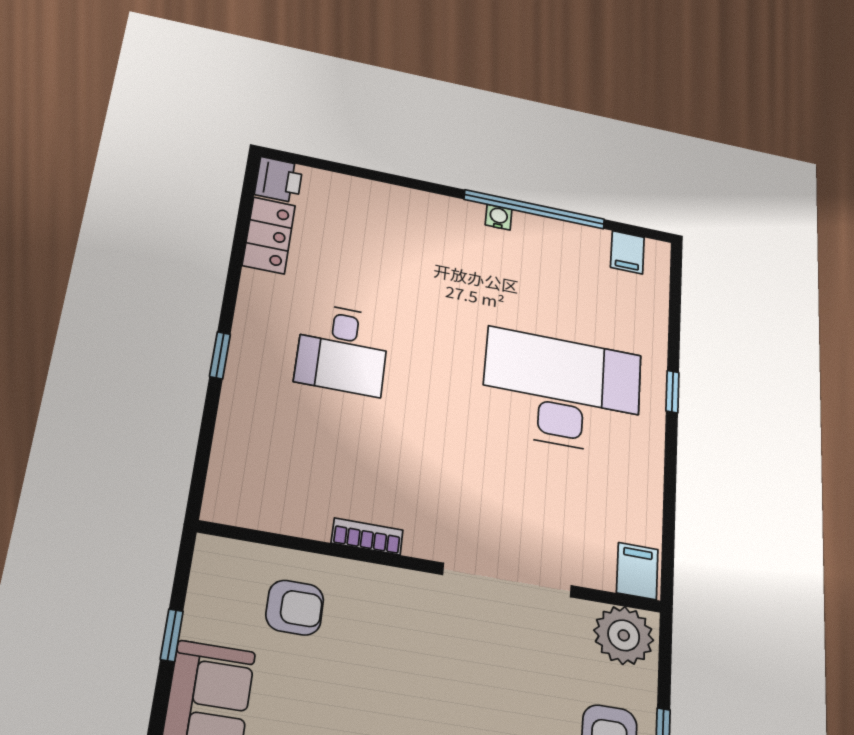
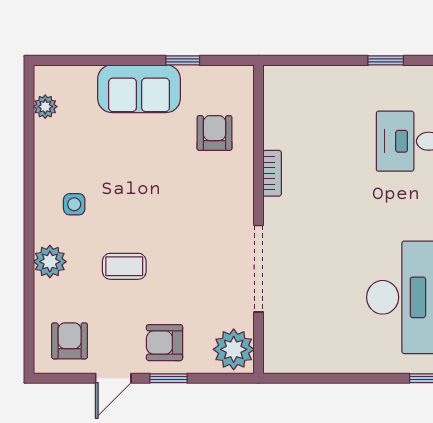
filing cabinet: (637, 571) -> (282, 357), removed
armchair: (295, 608) -> (214, 133), turned 180

